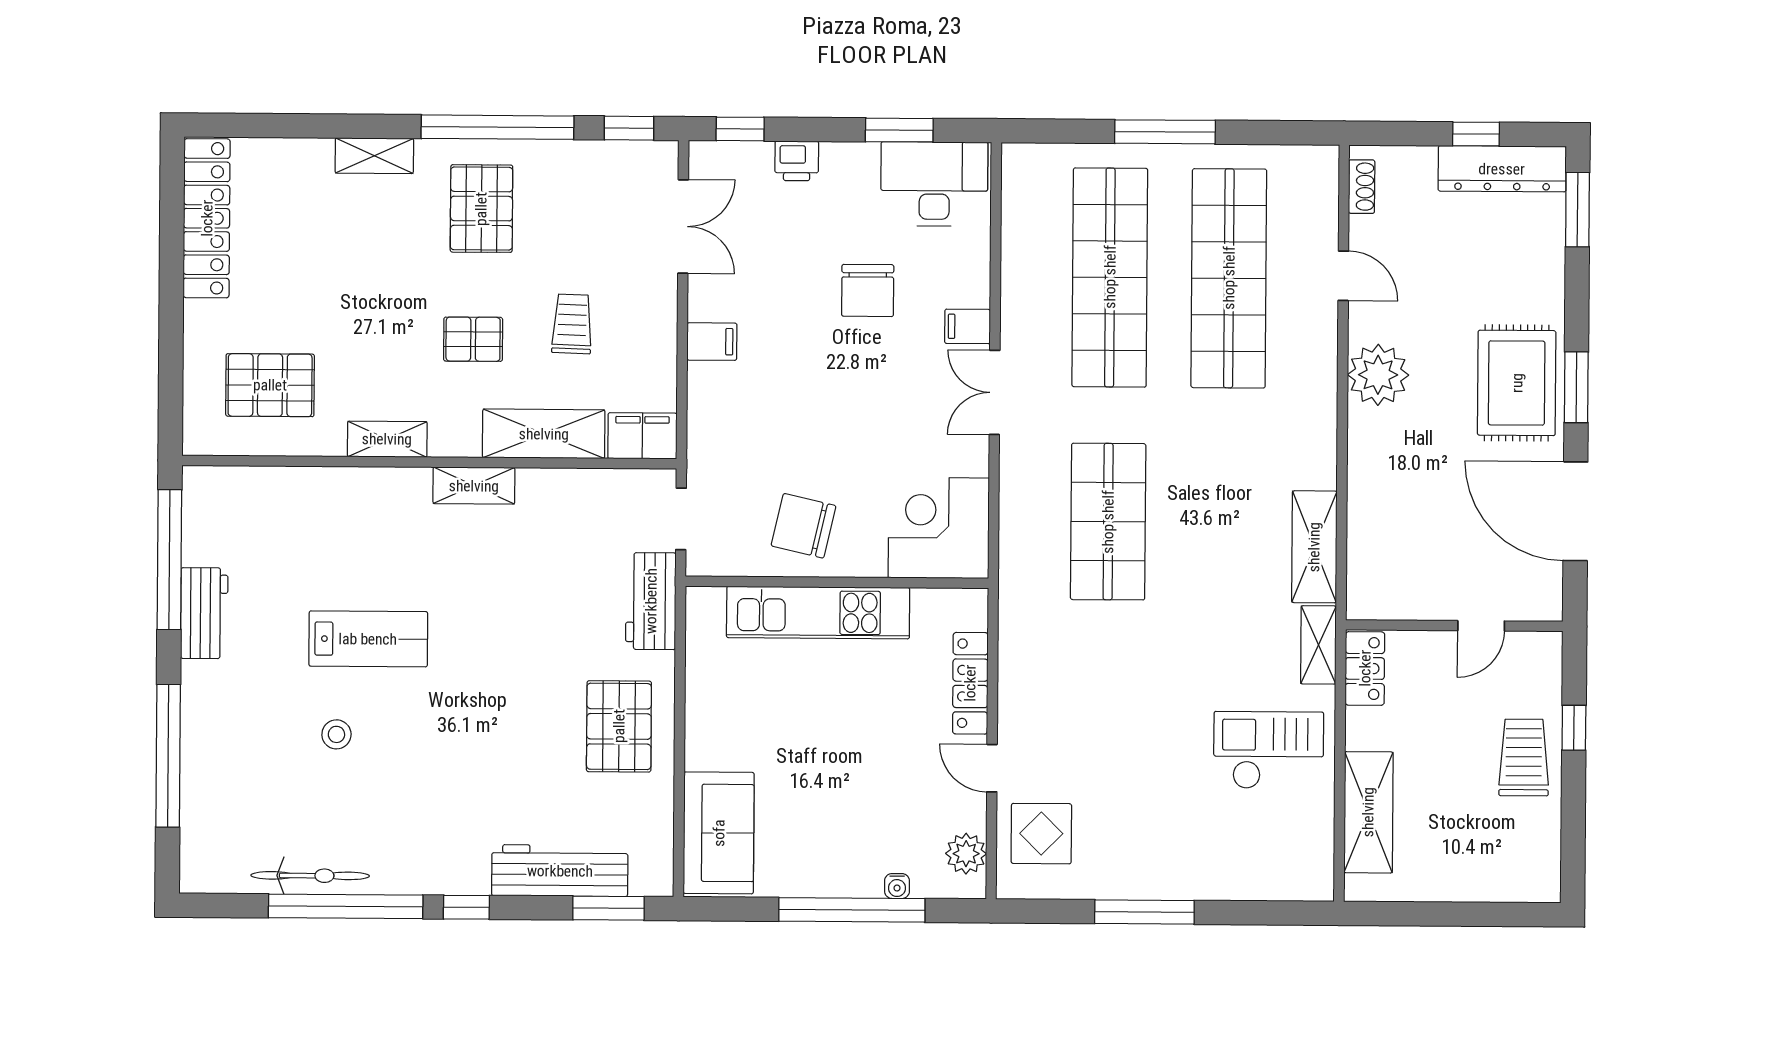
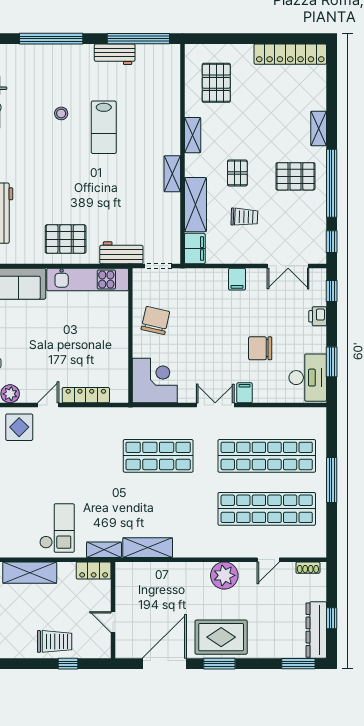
kitchen unit: (818, 613) -> (88, 280), moved, turned -90

